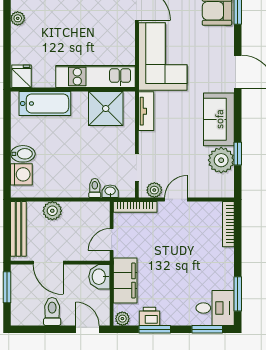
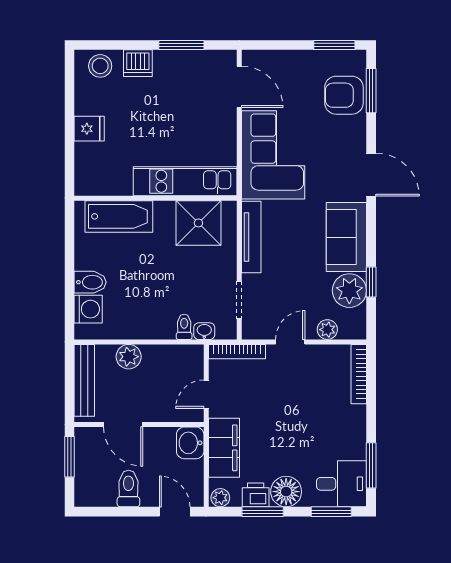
plant: (18, 18) -> (83, 105), removed
fridge: (21, 76) -> (89, 129), moved, turned 90
tv unit: (146, 111) -> (251, 237), width x1.41
plant: (154, 190) -> (327, 330), moved
floor lamp: (173, 314) -> (286, 492), added

